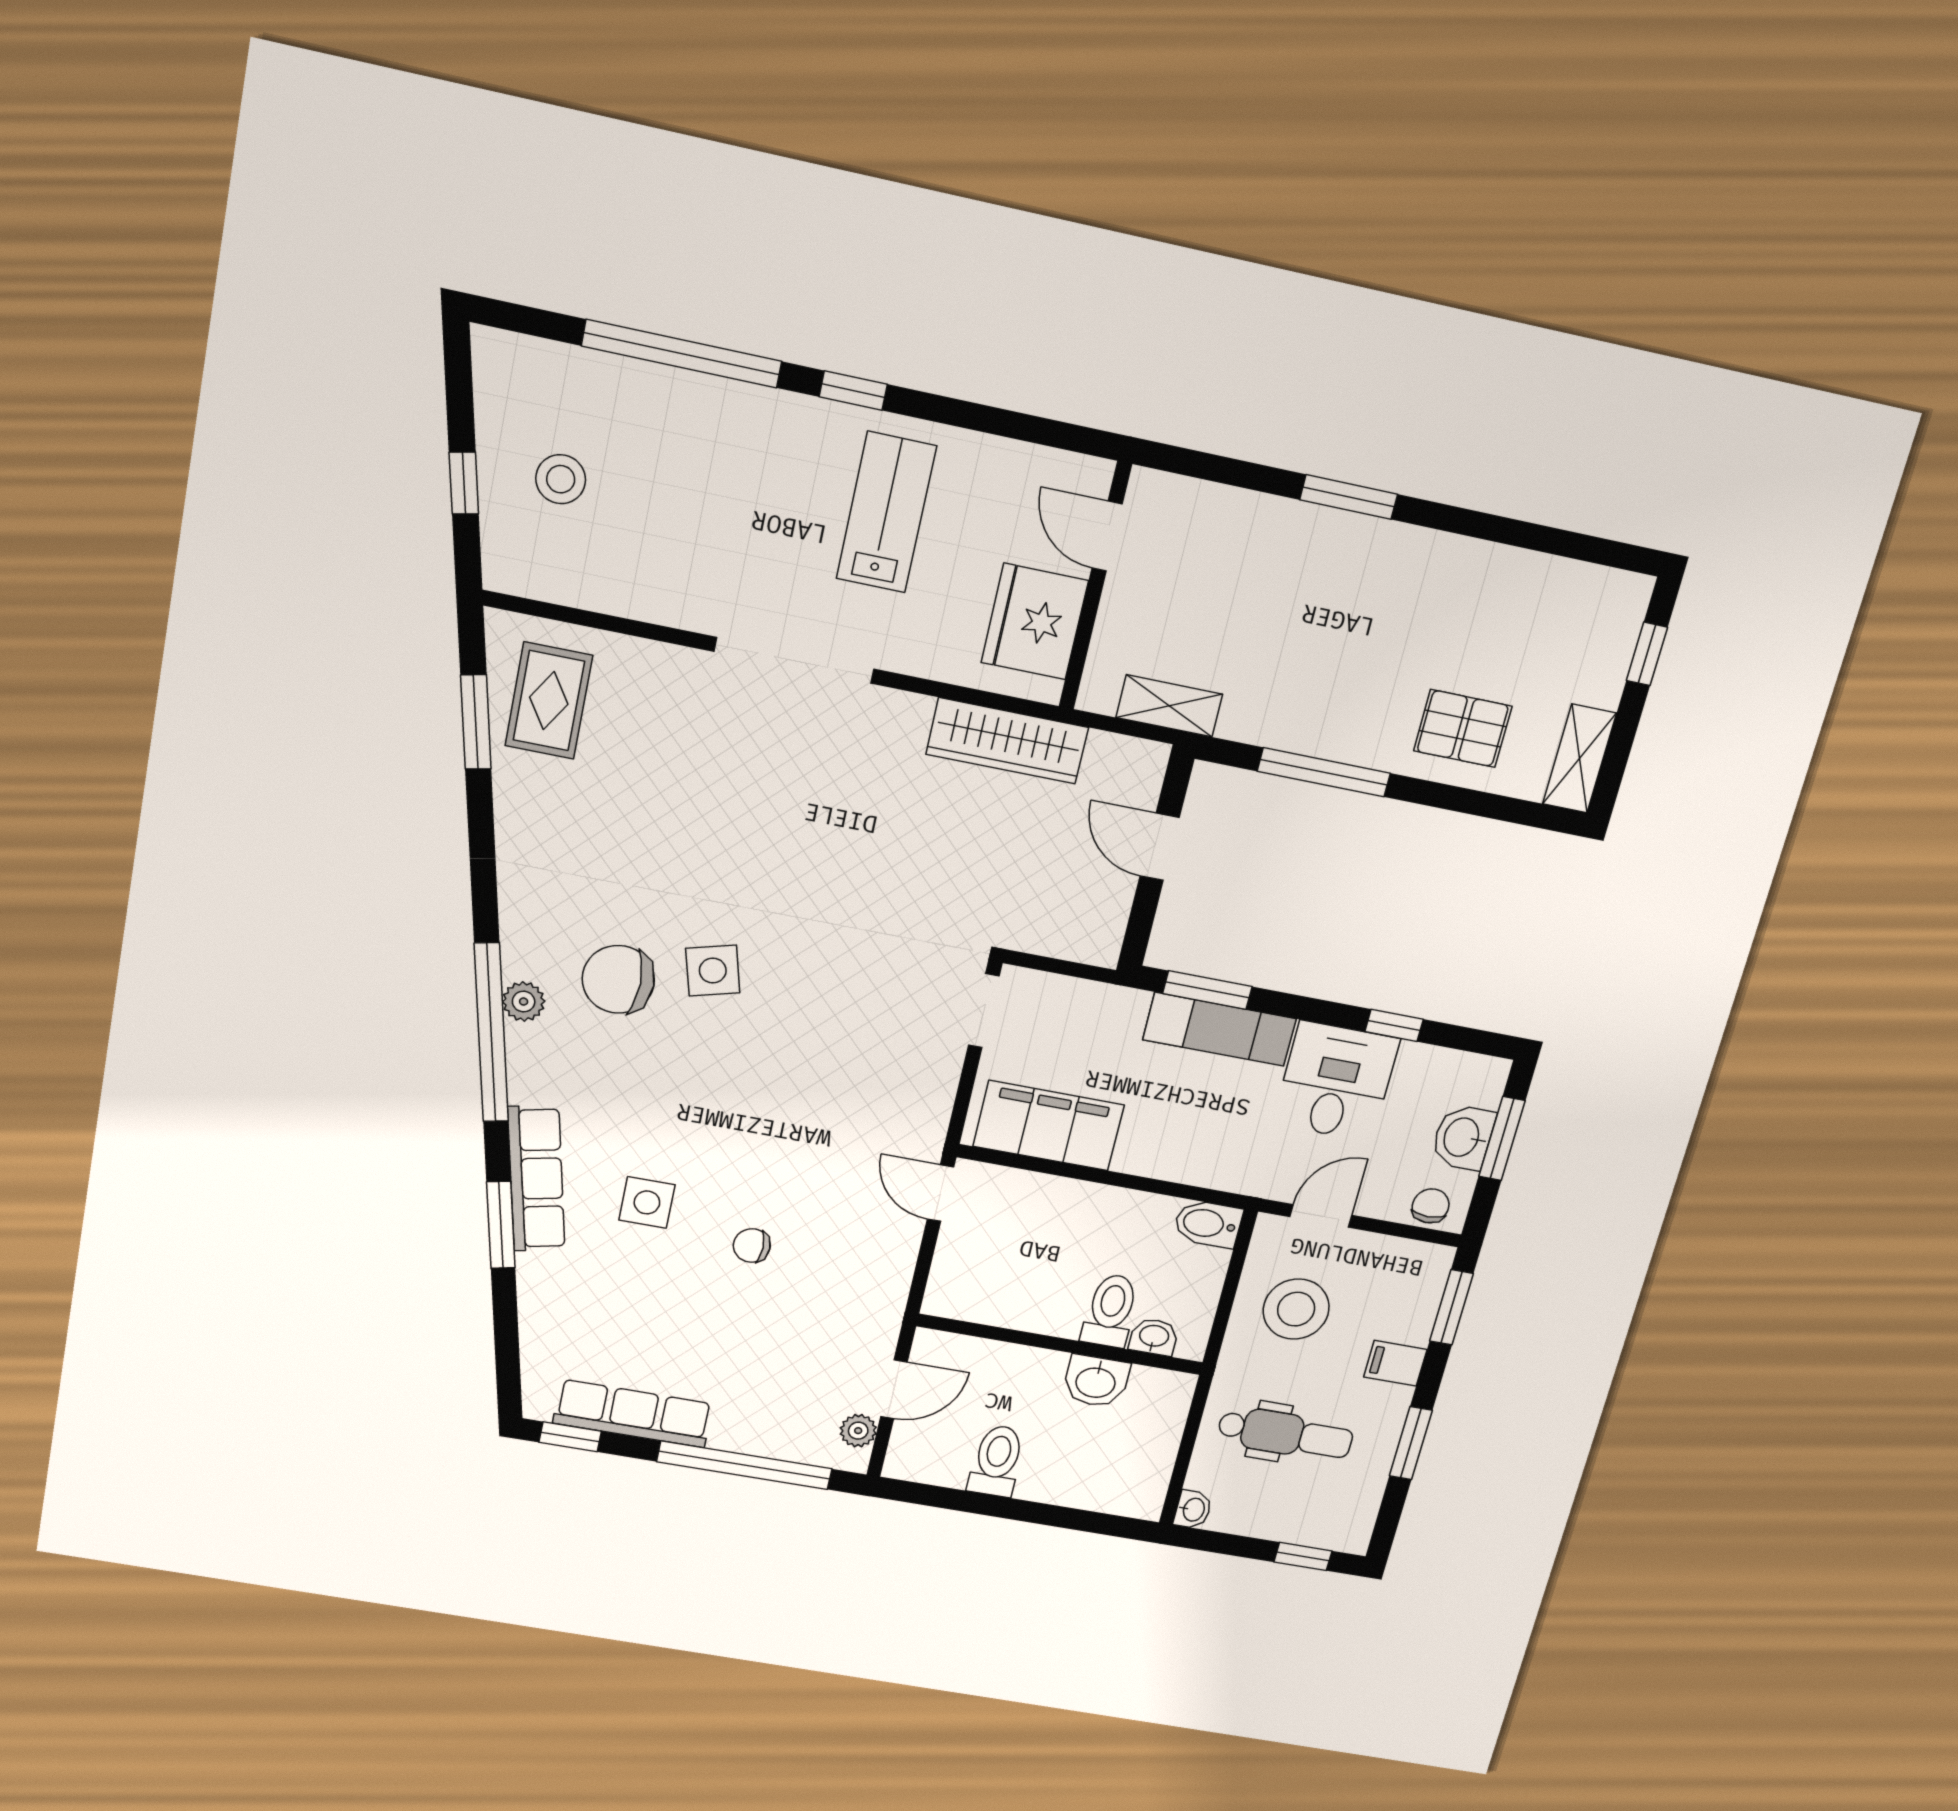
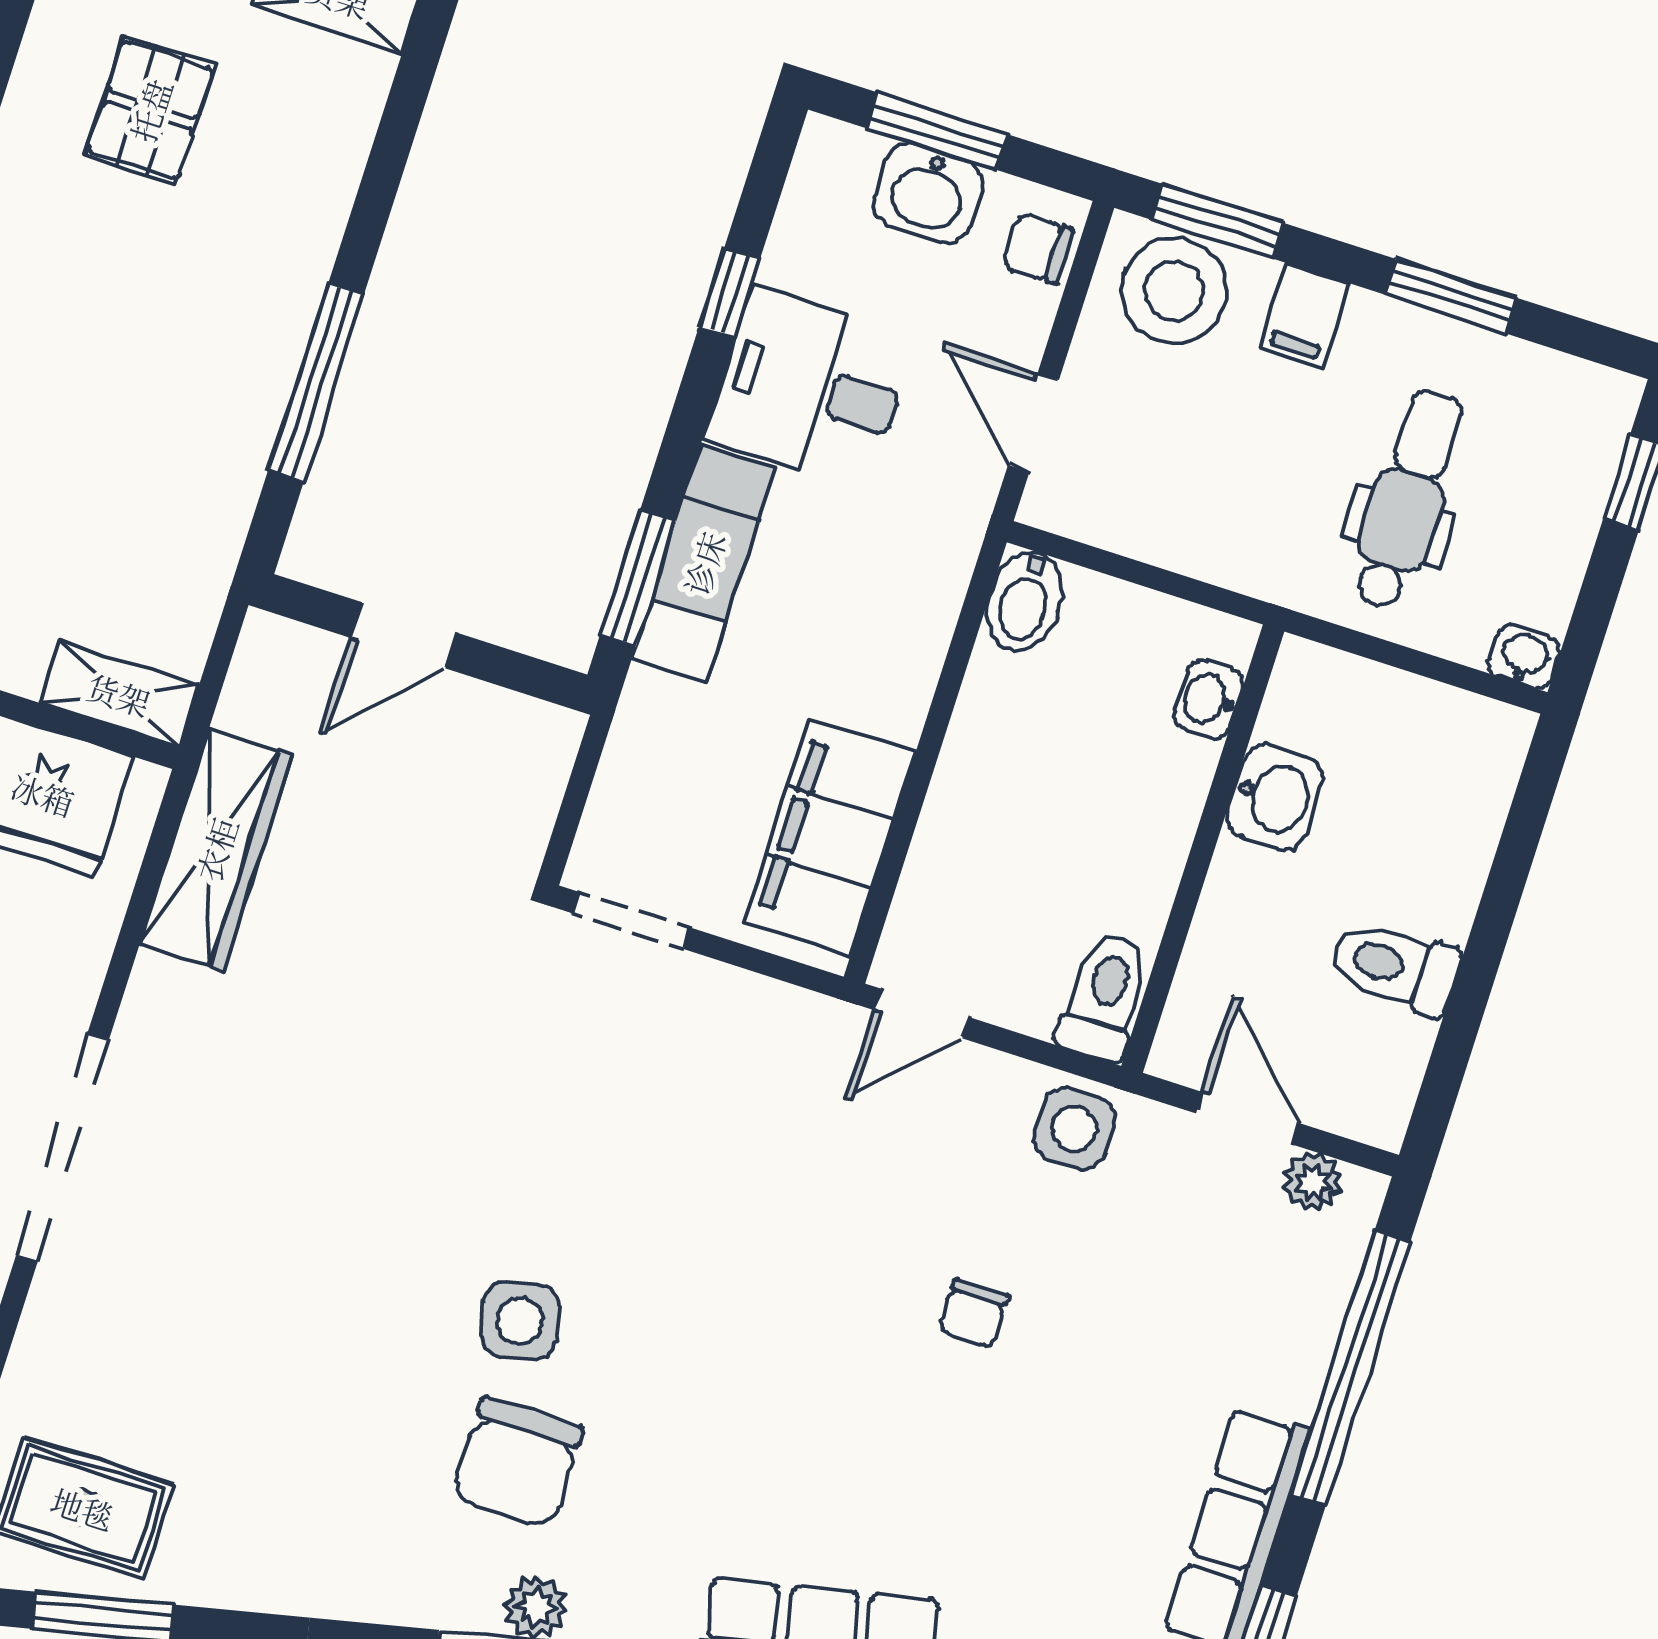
shelving: (1169, 706) -> (119, 694), moved, turned 90
pallet: (1463, 728) -> (150, 110), moved
side table: (647, 1202) -> (1074, 1128), moved
stool: (1296, 1309) -> (1174, 291), moved
toilet: (1110, 1311) -> (1105, 997), moved, turned 90

